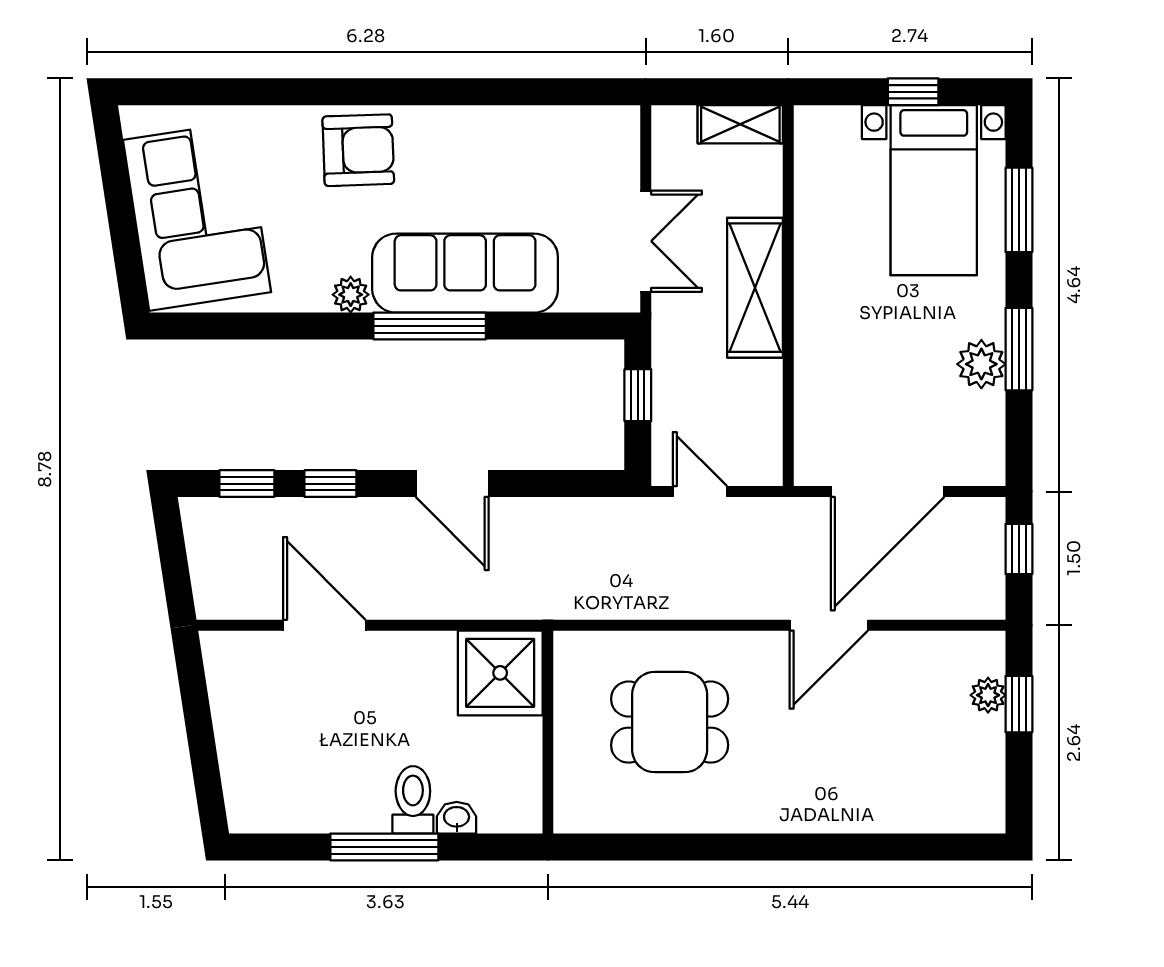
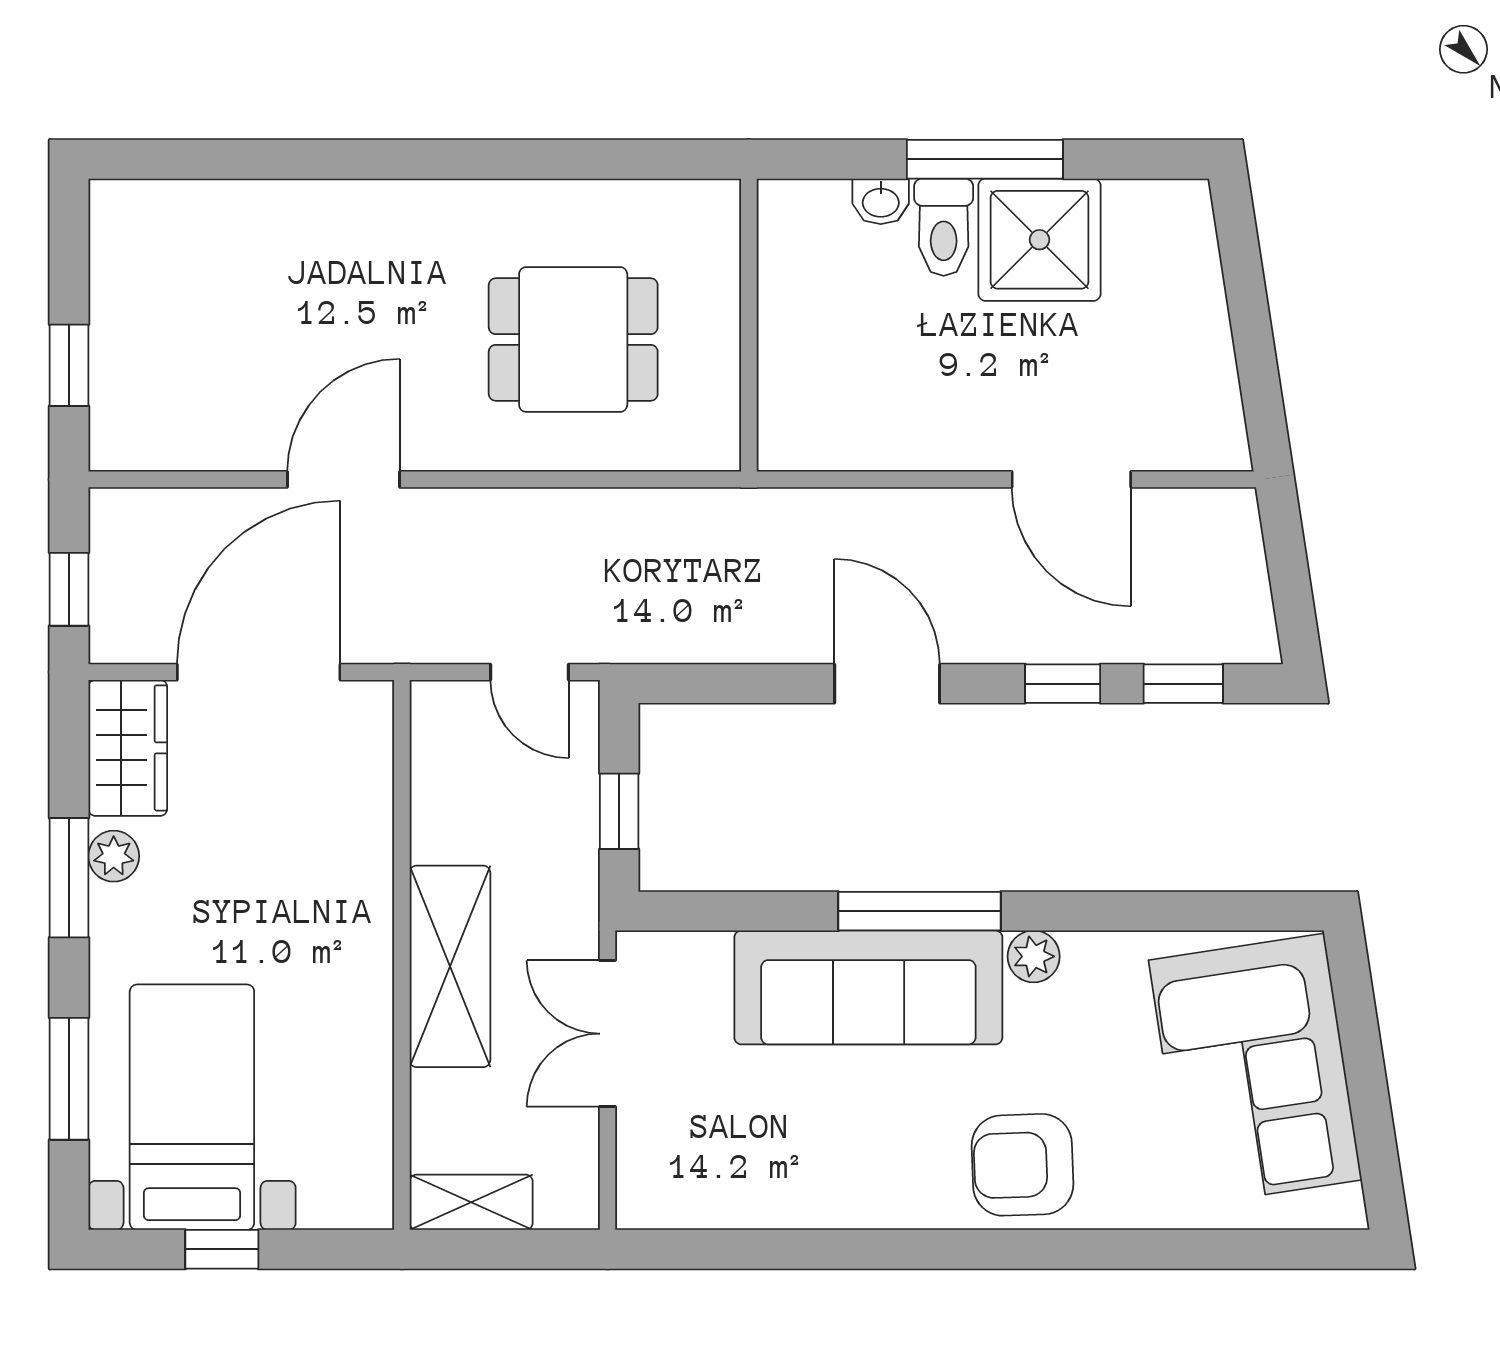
plant: (981, 364) -> (114, 856), width x0.73, depth x0.73
wardrobe: (978, 439) -> (128, 748), added
shower: (500, 673) -> (1039, 240), moved
plant: (988, 695) -> (114, 378), removed

